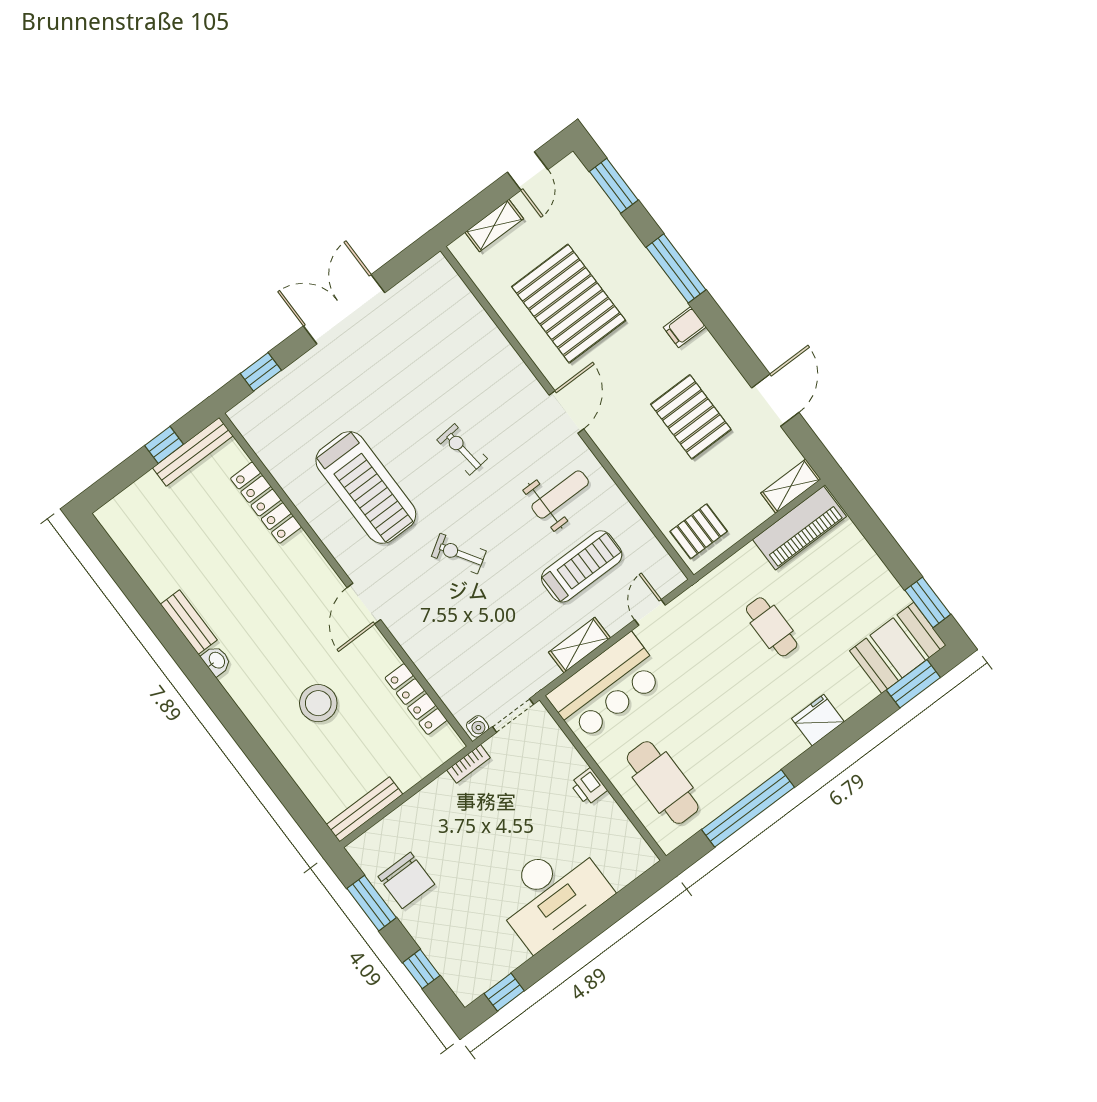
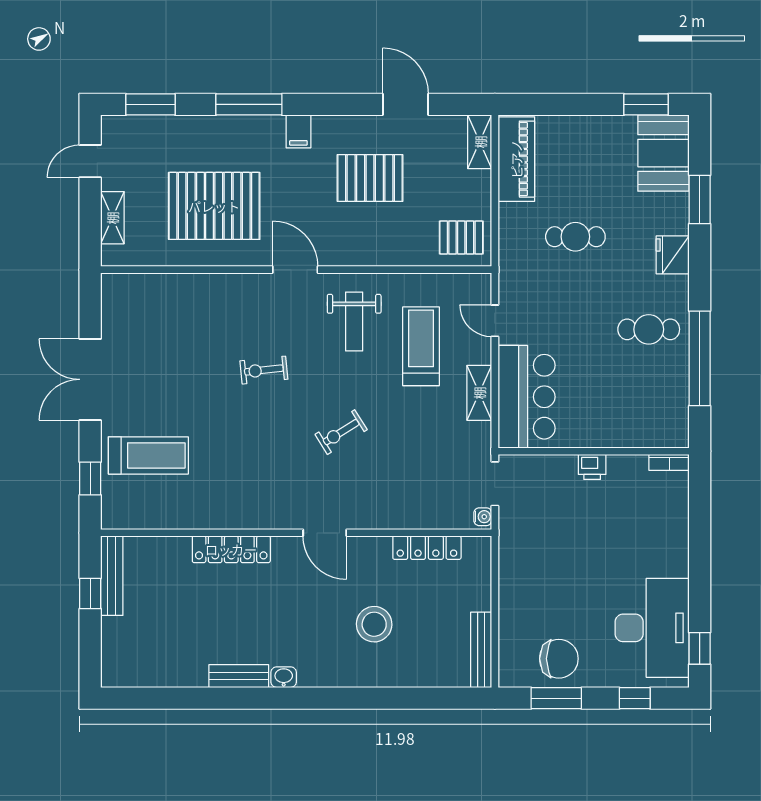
door: (528, 171) -> (90, 161), swing flipped
treadmill: (366, 487) -> (148, 455), moved, width x0.73, depth x0.73
weight bench: (560, 494) -> (354, 321), turned 180
locker: (266, 503) -> (231, 549), moved
pallet: (699, 531) -> (461, 237), turned 90
window: (913, 684) -> (700, 199), moved
bookcase: (468, 764) -> (669, 462), moved, turned 90
cafe table: (663, 783) -> (649, 329), moved, width x0.73, depth x0.74
desk: (552, 894) -> (652, 628), moved

